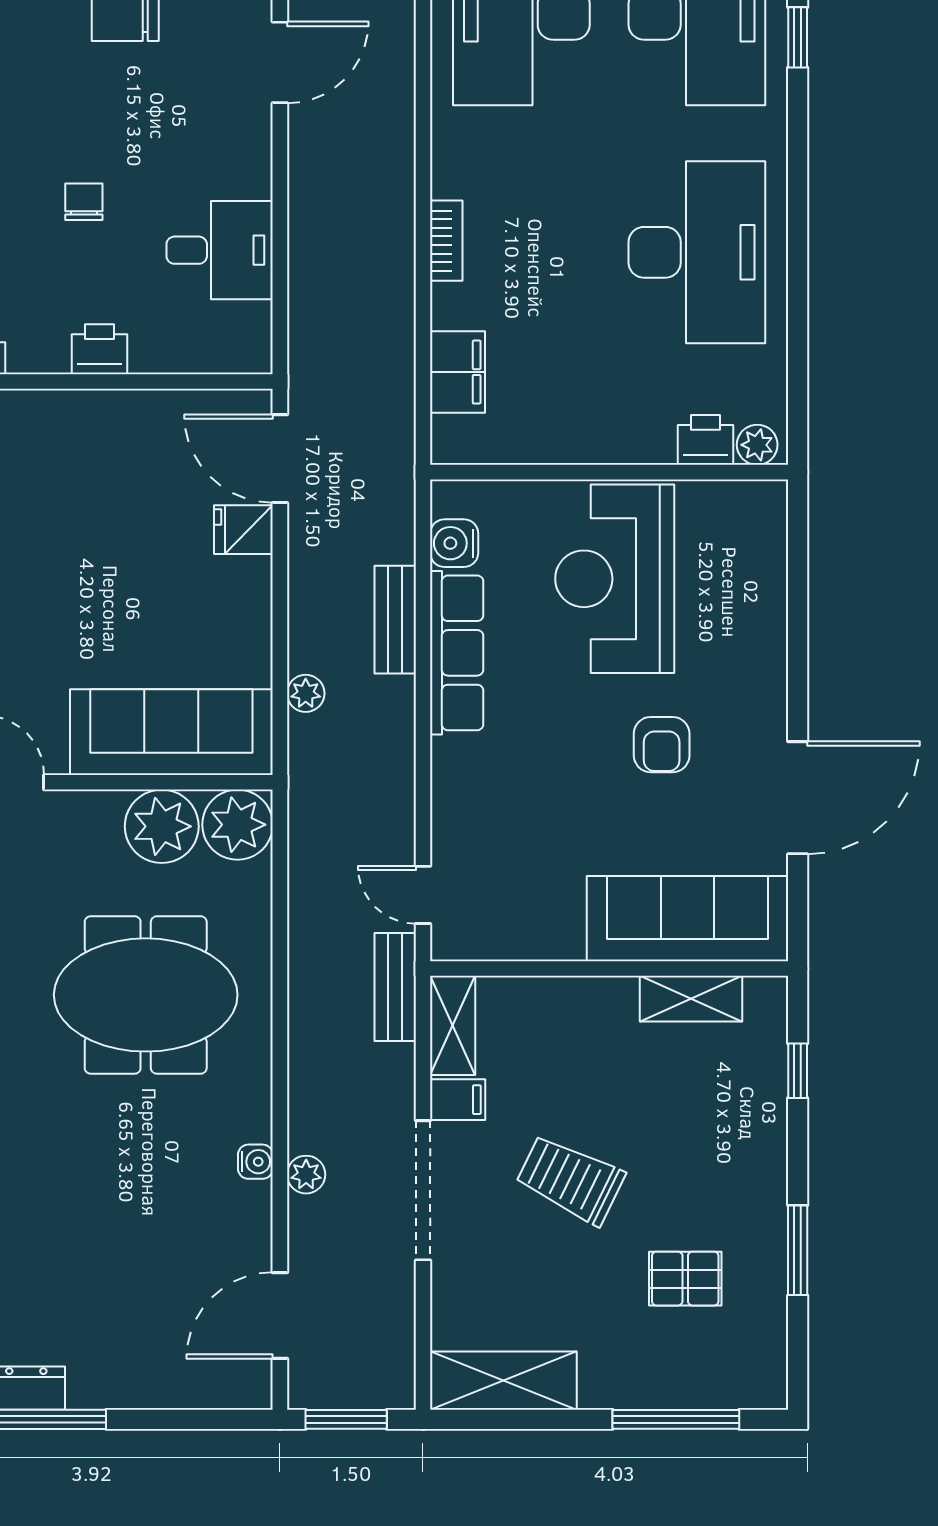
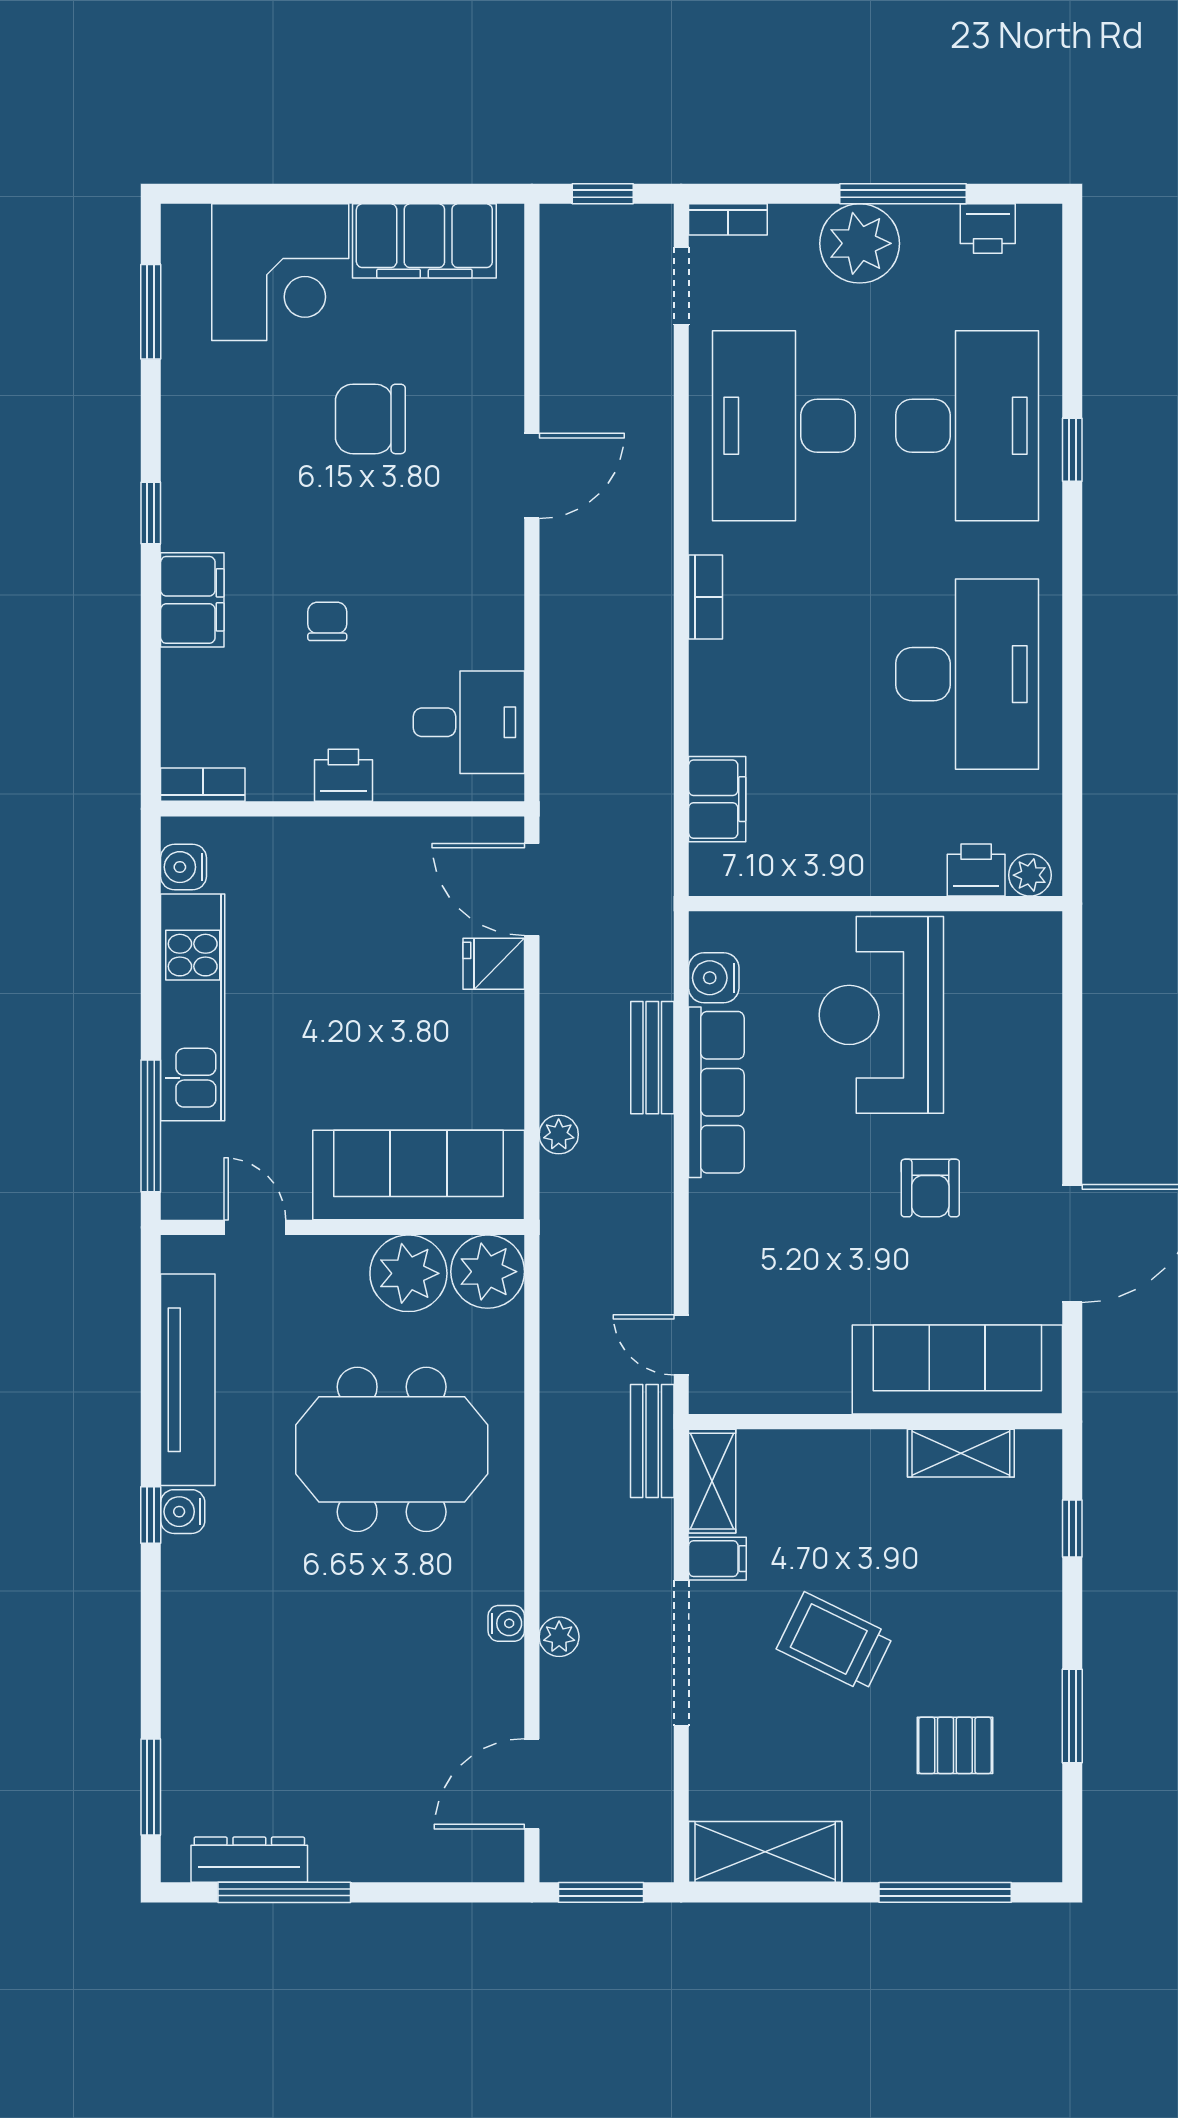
bookcase: (446, 241) -> (706, 597), moved
desk: (220, 250) -> (469, 722), moved

